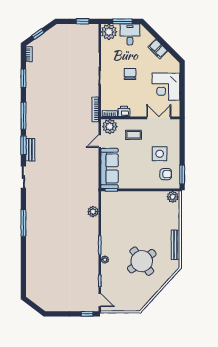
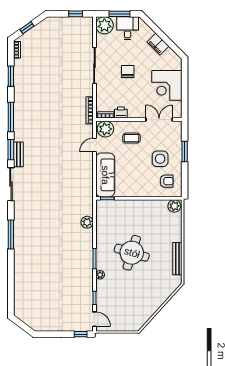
window: (182, 174) -> (185, 152), moved
sliding door: (23, 177) -> (11, 184), width x1.37
round table: (142, 261) -> (132, 253), moved, turned -36

